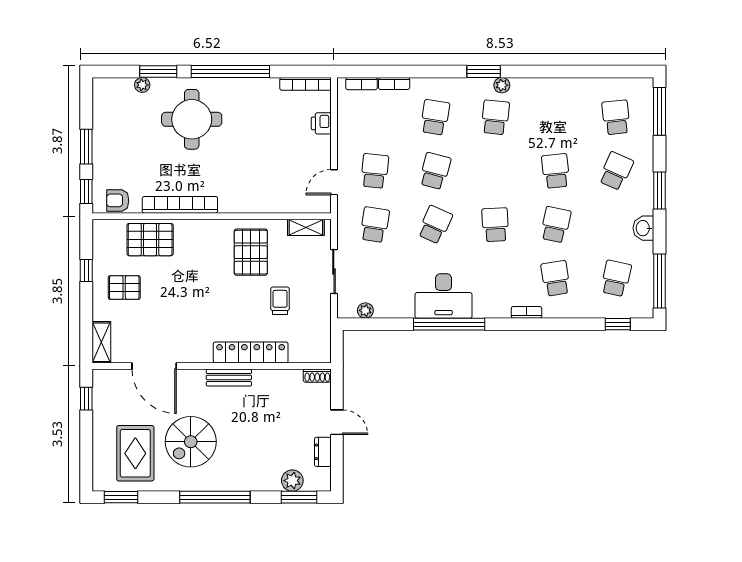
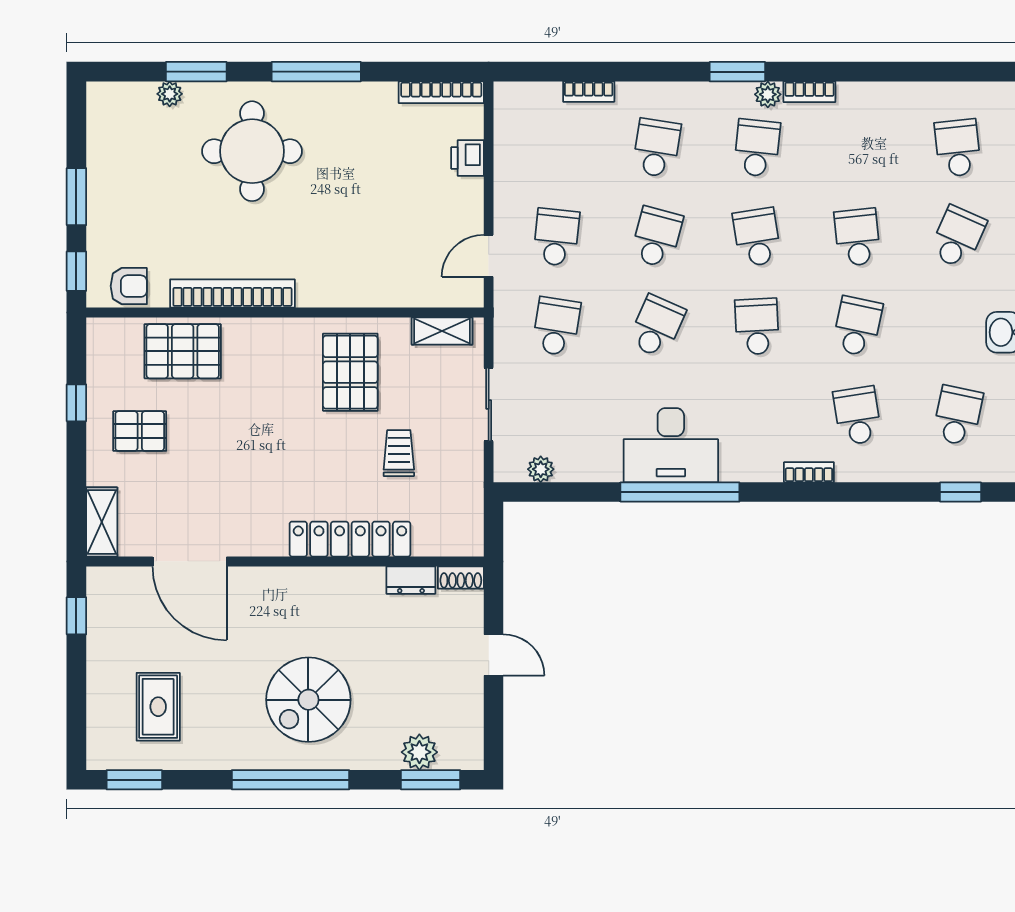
window: (230, 71) -> (316, 72), width x0.68
bookcase: (362, 84) -> (809, 92), moved
school desk: (495, 171) -> (757, 237), added
armchair: (118, 200) -> (129, 286), turned 180
bench: (229, 377) -> (314, 581), removed
spiral stairs: (191, 442) -> (308, 700), moved
dresser: (323, 452) -> (411, 580), moved, turned -90
rug: (135, 453) -> (158, 707), width x0.73, depth x0.70

